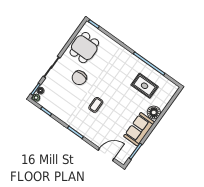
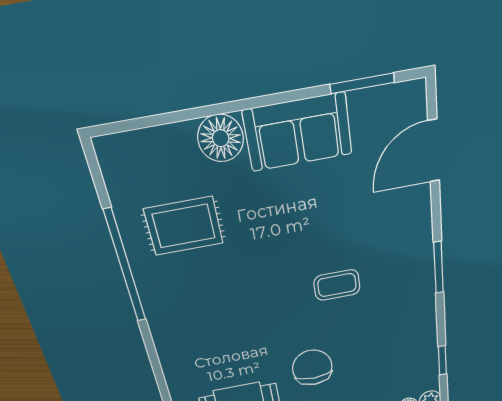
chair: (79, 78) -> (312, 368), turned -90
rug: (145, 86) -> (184, 226), turned 90
door: (106, 154) -> (434, 151), hinge flipped

